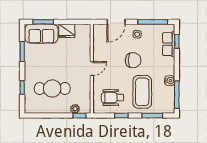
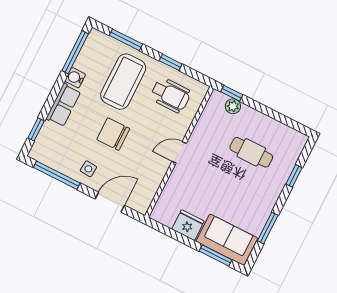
row of seats: (169, 44) -> (63, 105), moved
cafe table: (52, 89) -> (251, 152), width x0.73, depth x0.74

